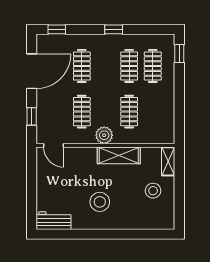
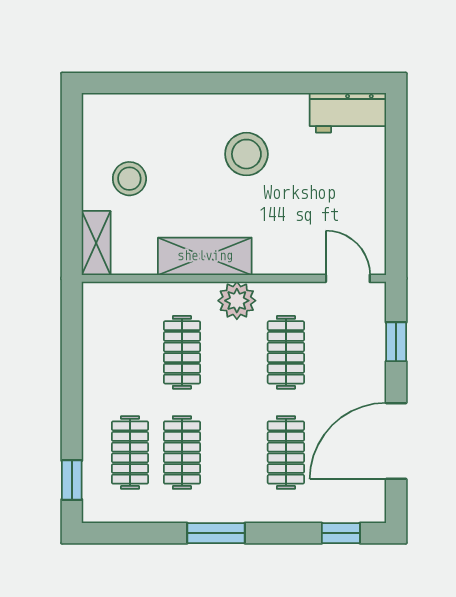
window: (114, 29) -> (216, 533), width x1.50

